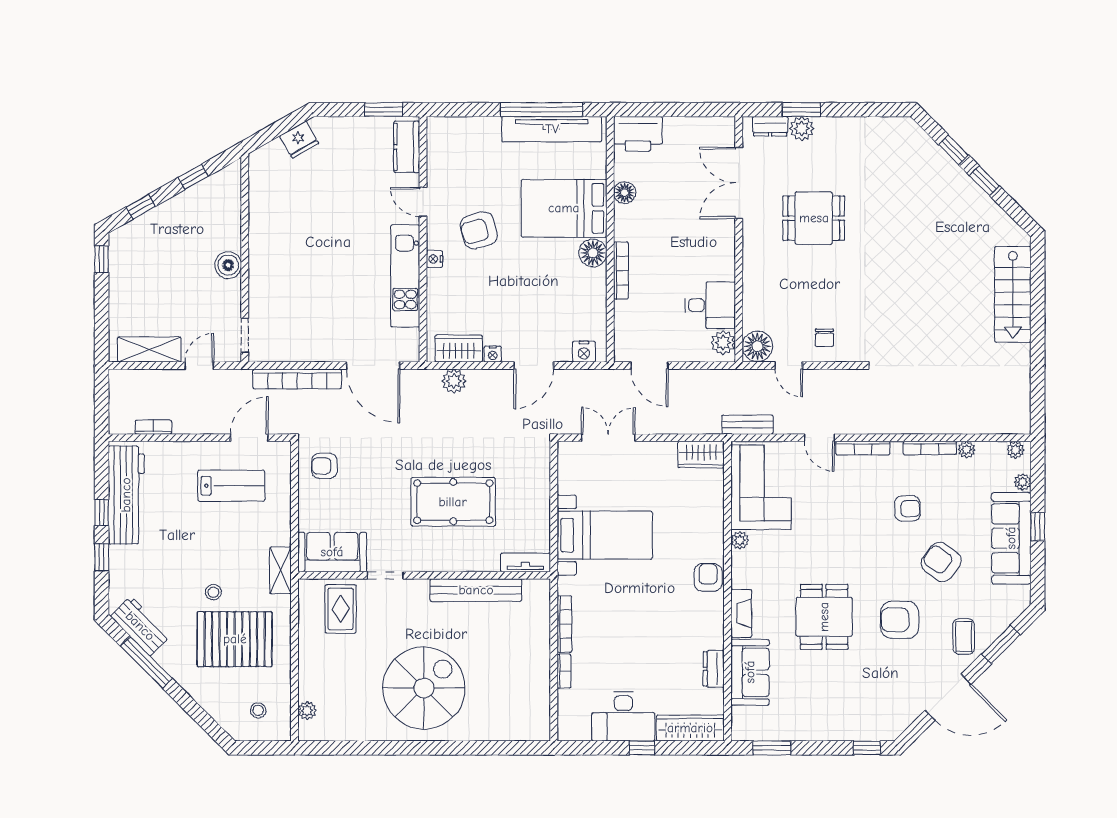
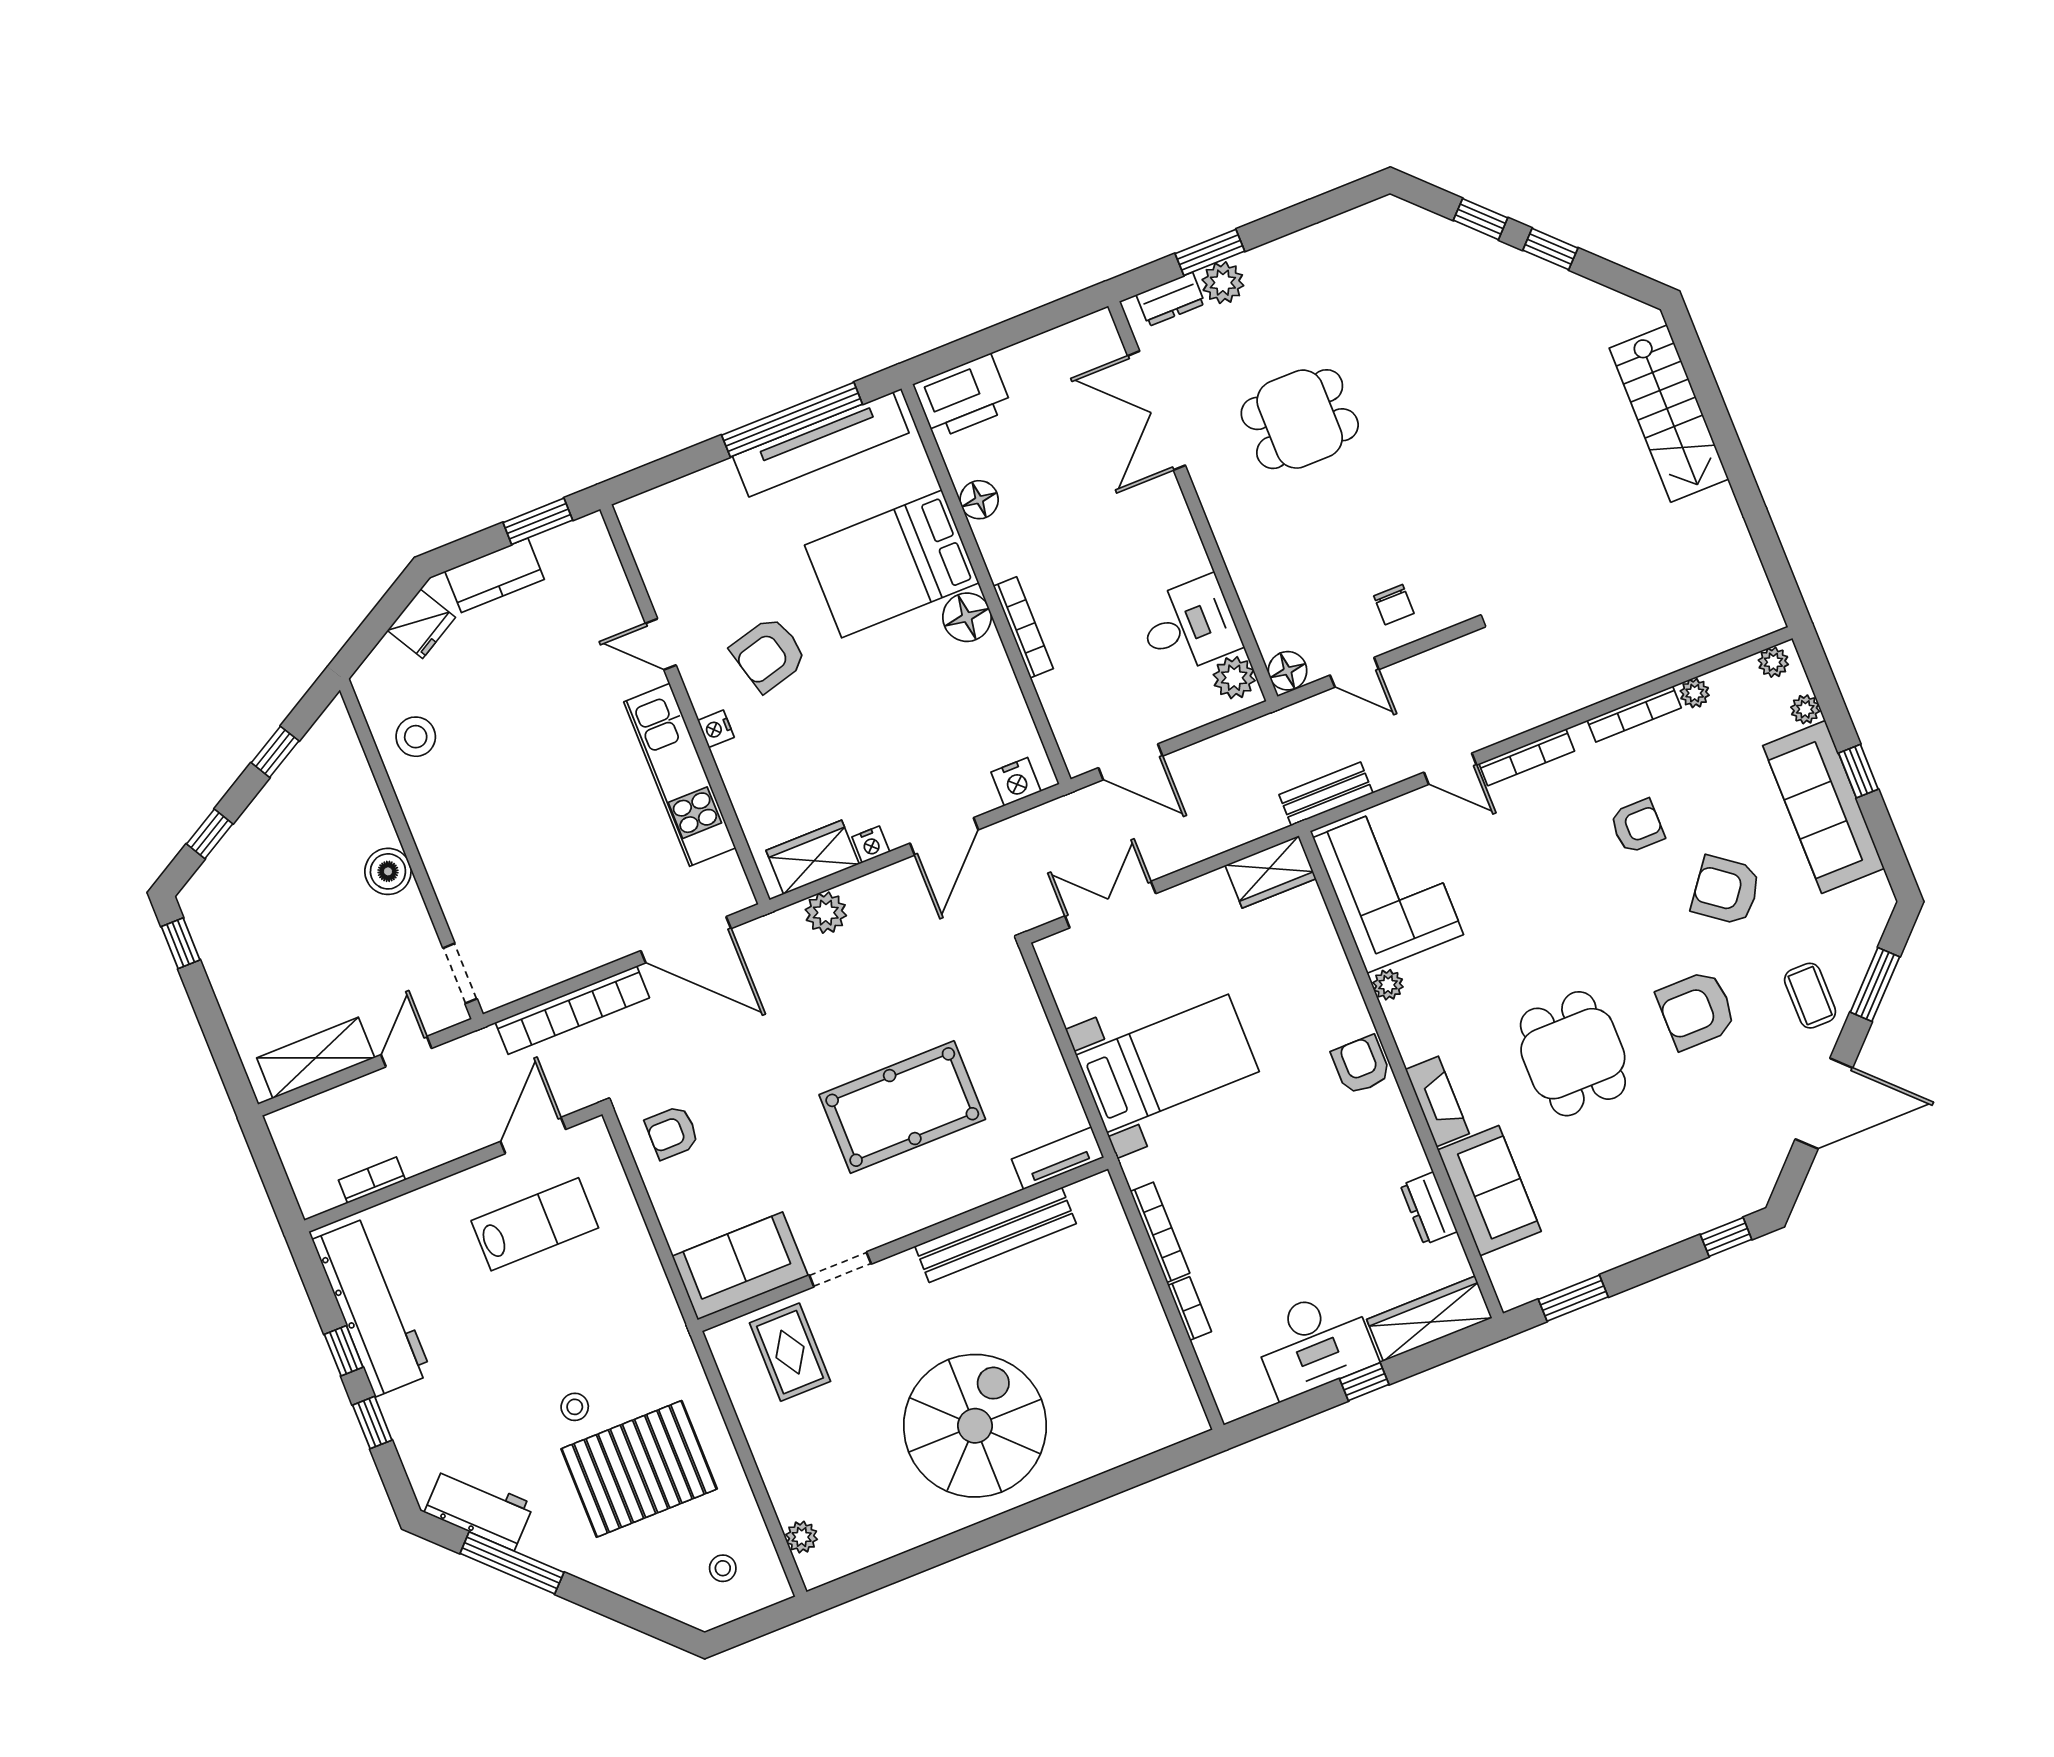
kitchen counter: (407, 147) -> (495, 575), moved, turned -90
stool: (272, 199) -> (416, 737), added
floor lamp: (757, 346) -> (1288, 671), width x0.73, depth x0.73
shelving: (280, 570) -> (669, 1329), removed

